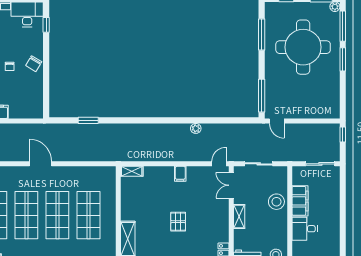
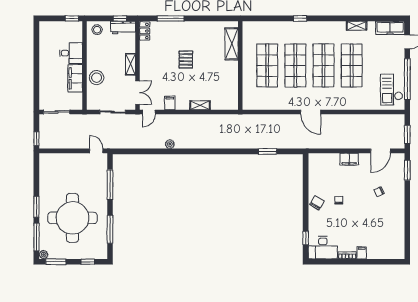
window: (262, 96) -> (110, 185), moved
shelving: (132, 171) -> (200, 105), moved
filing cabinet: (180, 174) -> (170, 103), moved

